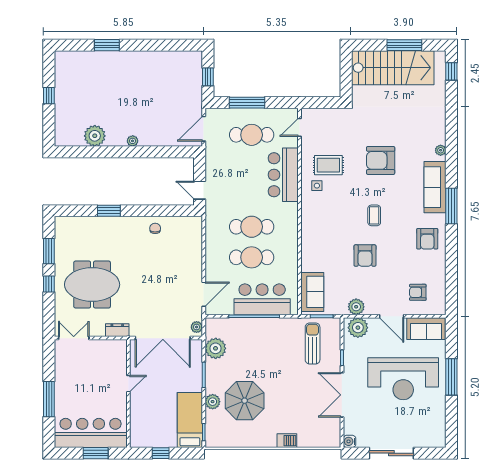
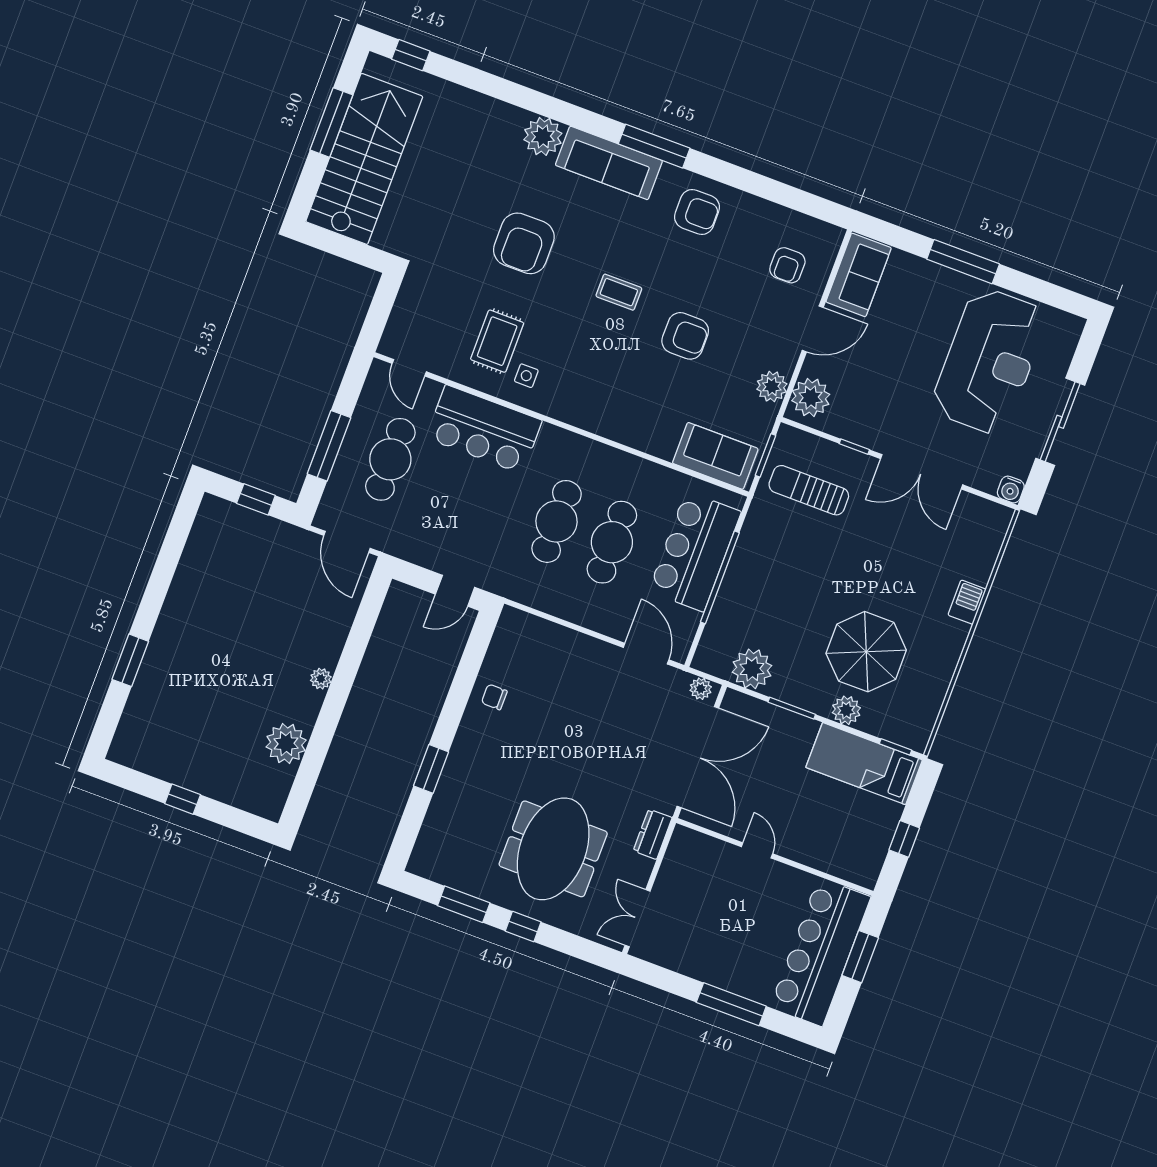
plant: (441, 150) -> (543, 136), width x1.88, depth x1.88
reception desk: (403, 379) -> (989, 361), moved

